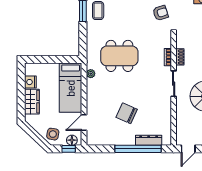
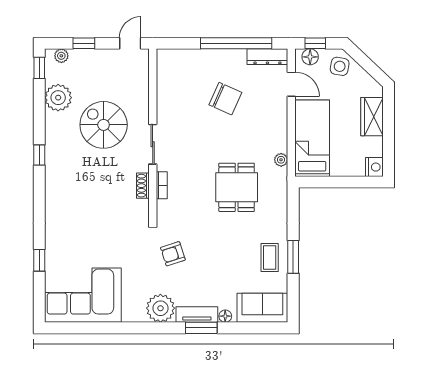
dining table: (119, 56) -> (237, 187), width x0.73
nightstand: (30, 82) -> (374, 167), moved
door: (84, 122) -> (291, 84), hinge flipped
dresser: (149, 140) -> (267, 57), moved
window: (138, 149) -> (236, 43), moved

